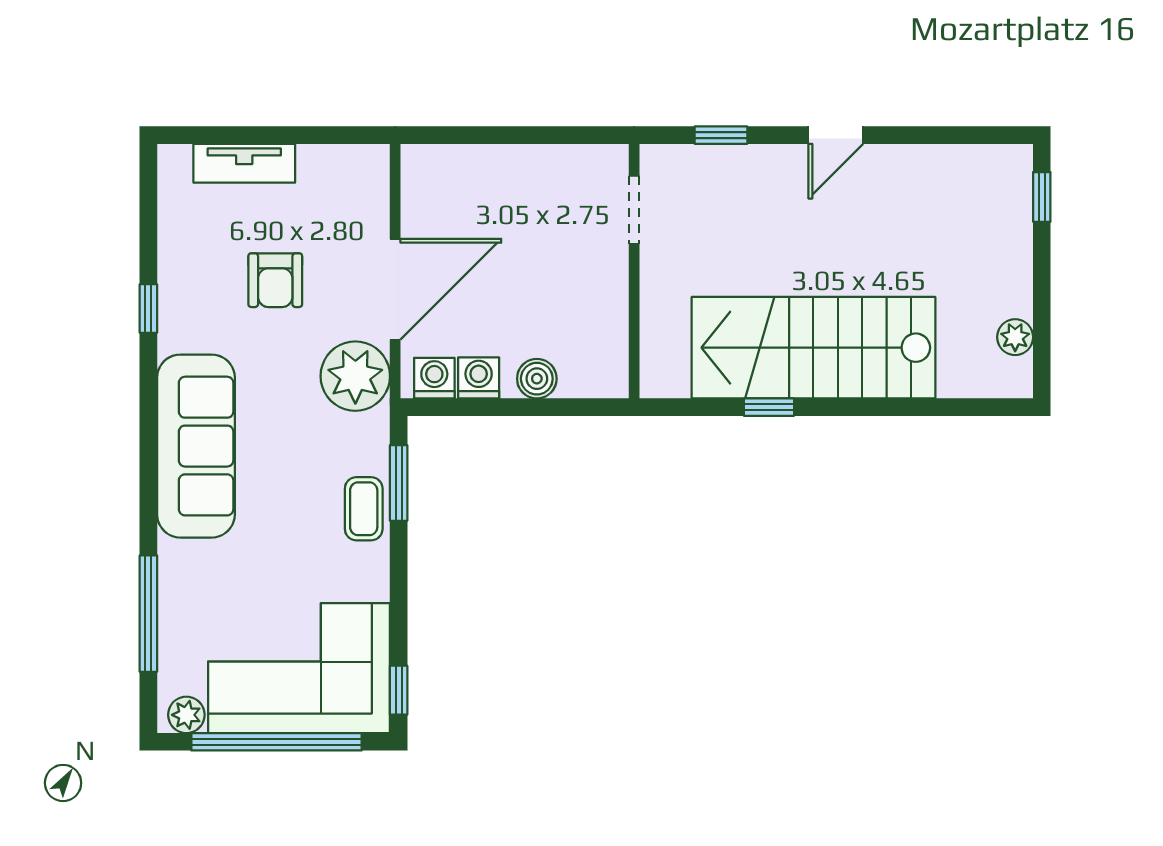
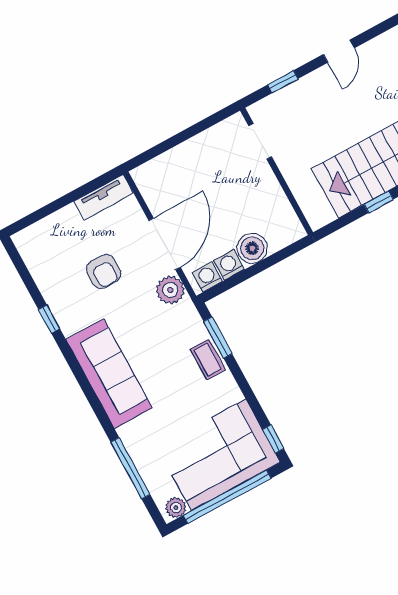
tv unit: (244, 163) -> (104, 197), moved
plant: (355, 376) -> (170, 290), width x0.73, depth x0.73
boiler: (537, 379) -> (252, 248), width x1.36, depth x1.36

